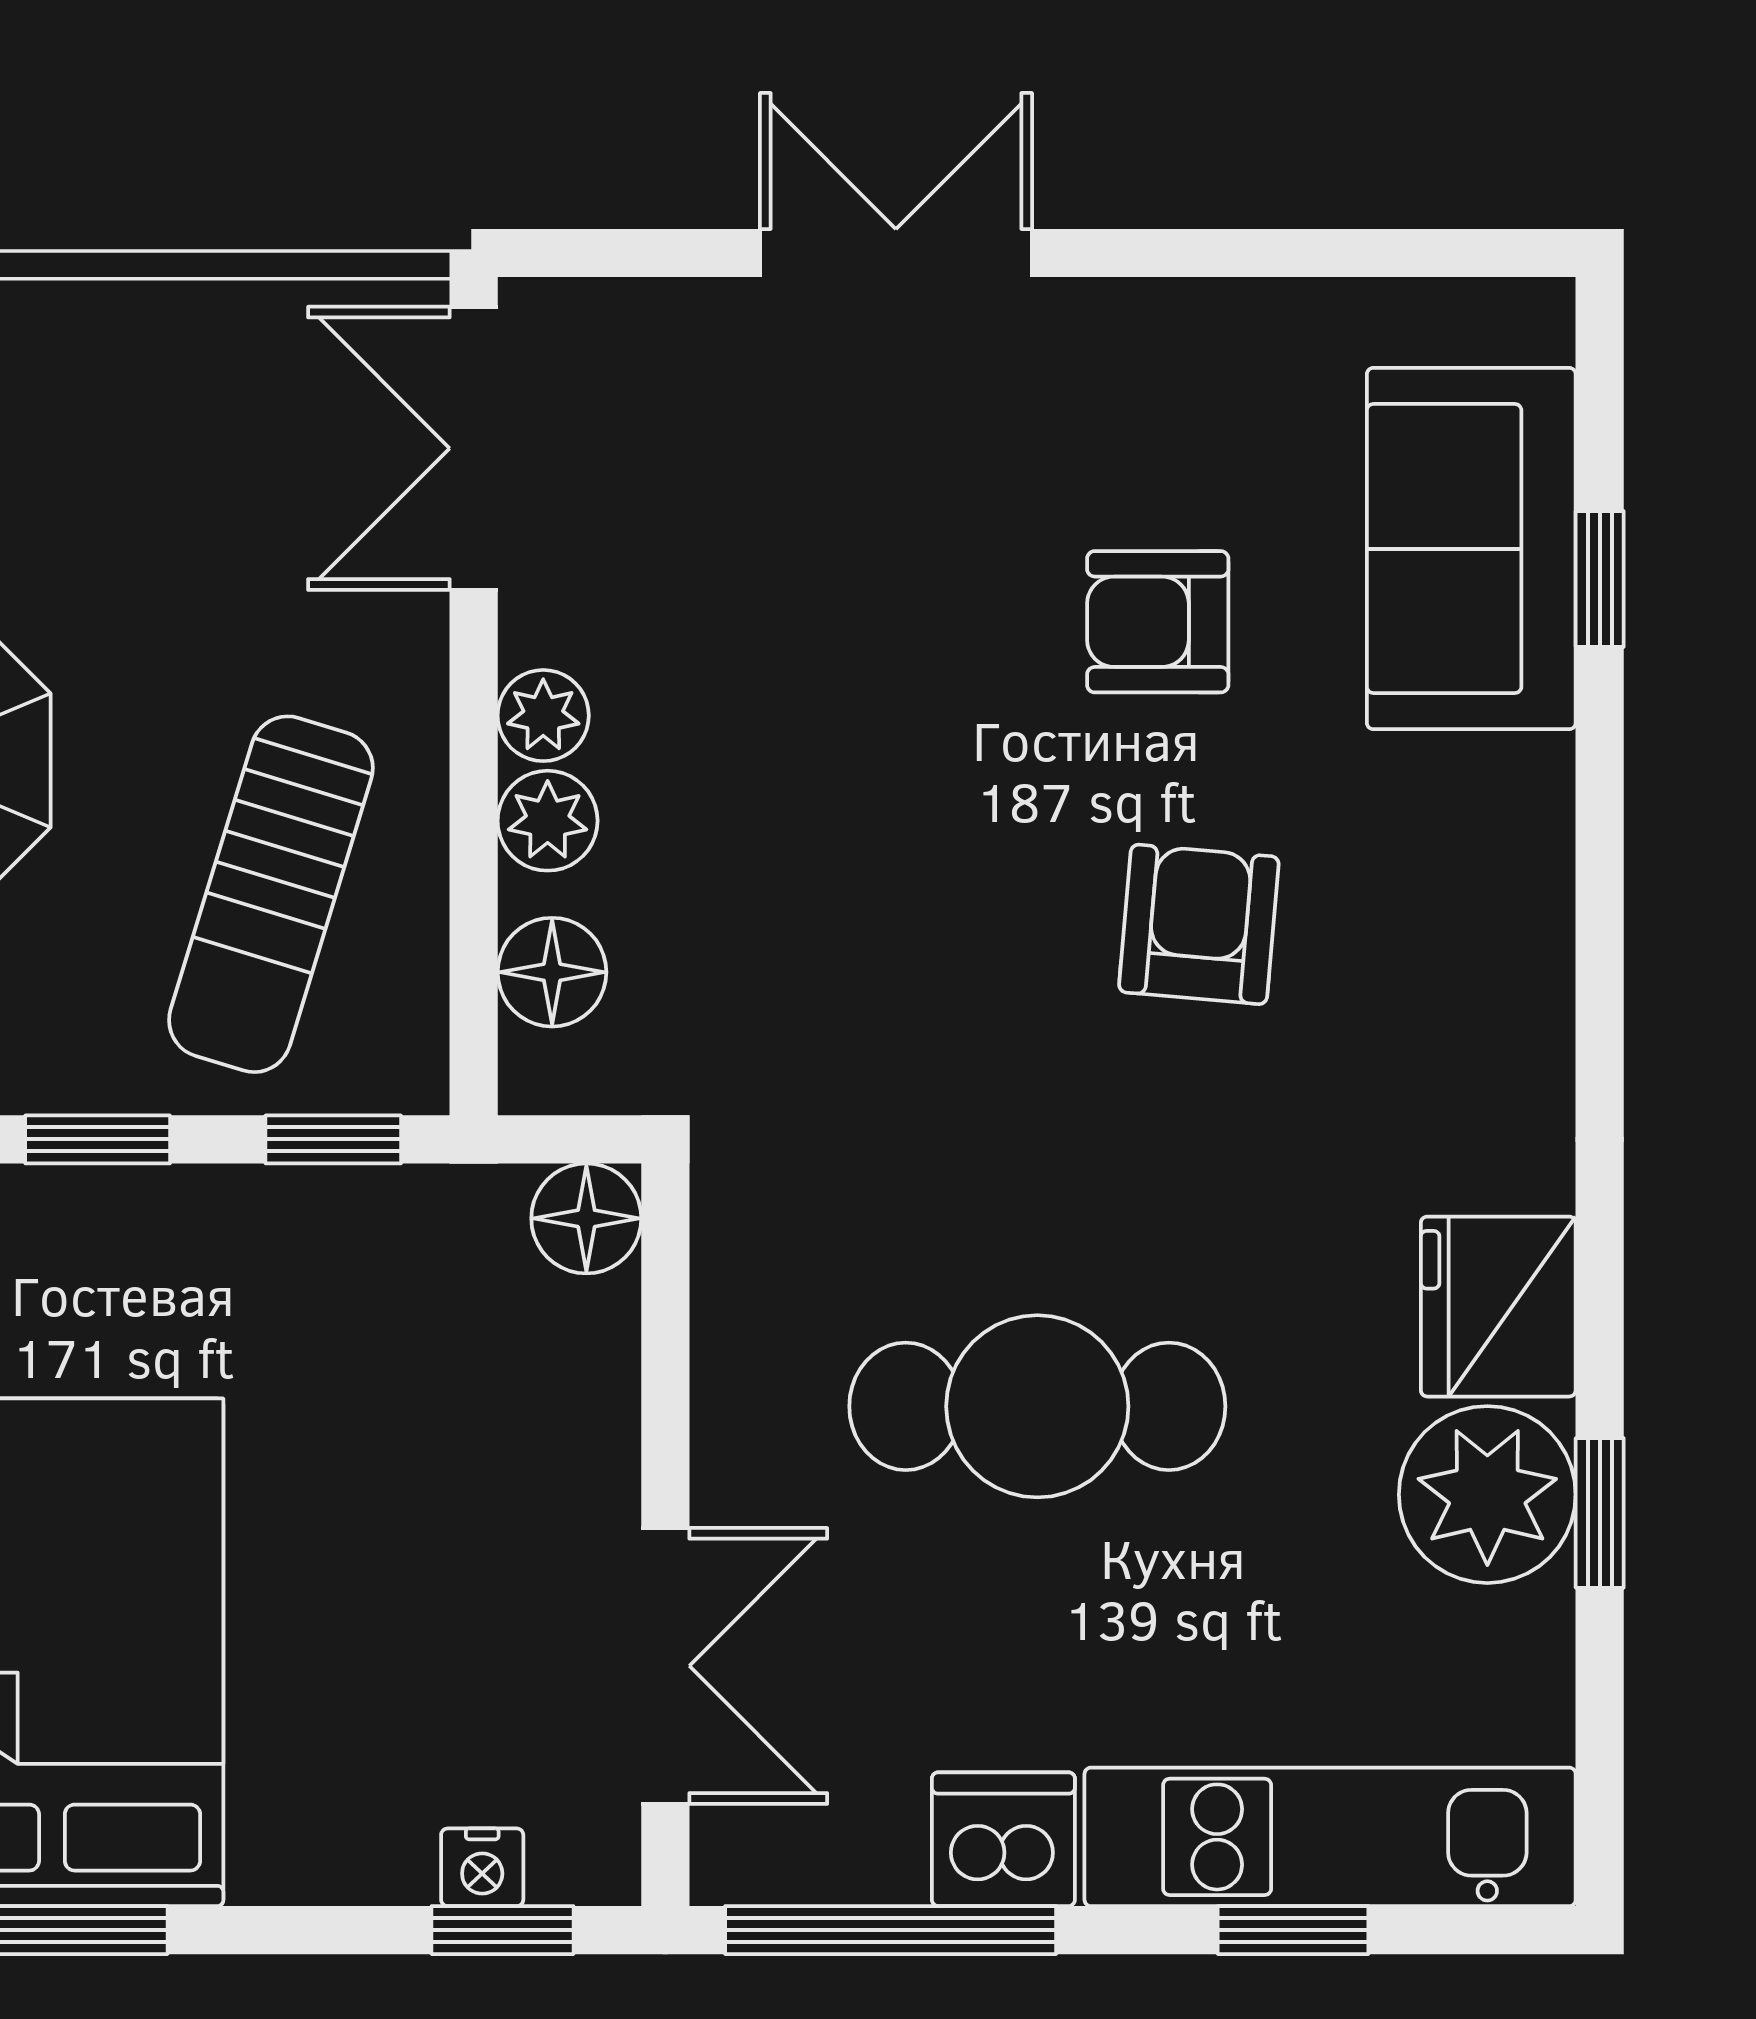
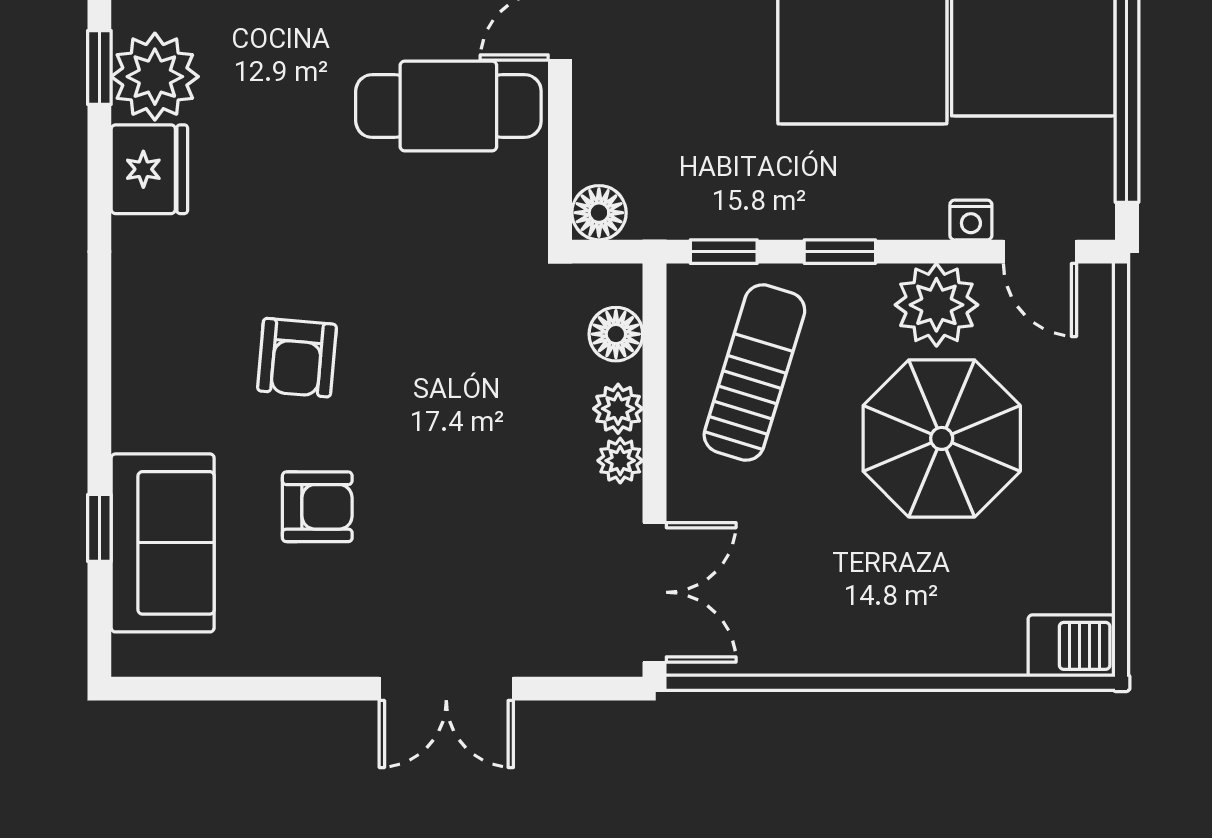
cafe table: (1037, 1406) -> (448, 106), moved

